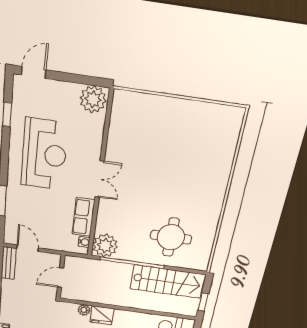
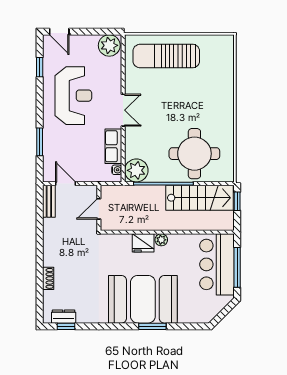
door: (34, 72) -> (59, 32), swing flipped
sun lounger: (160, 123) -> (166, 56), added
round table: (171, 237) -> (194, 154), width x1.36, depth x1.36
window: (203, 302) -> (237, 201), moved
plant: (84, 310) -> (161, 240), moved

